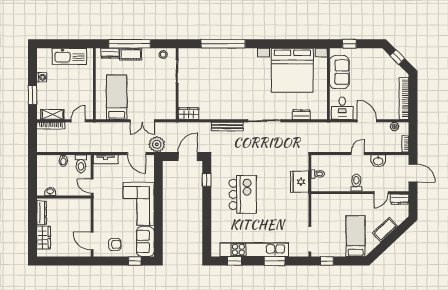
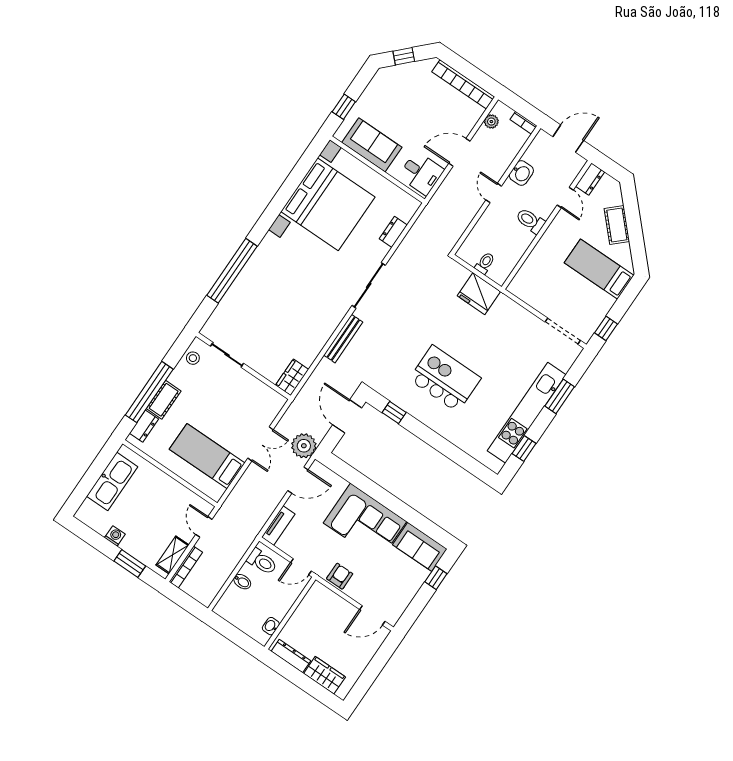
armchair: (115, 244) -> (340, 576), moved

